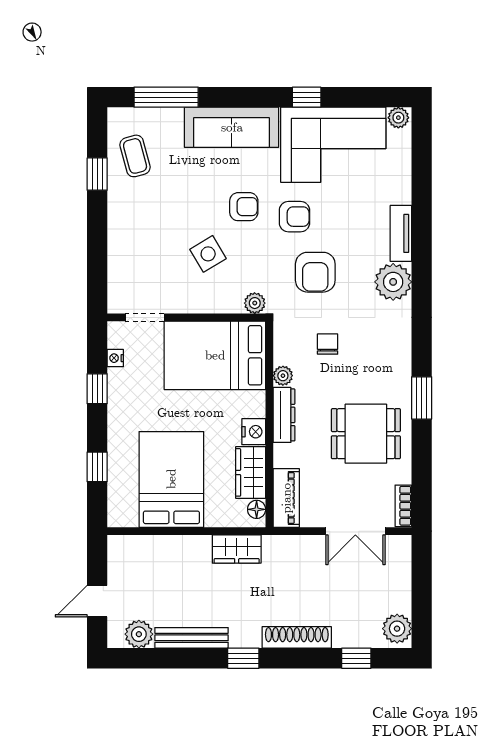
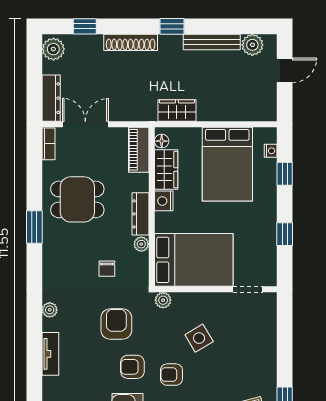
plant: (393, 282) -> (50, 310), width x0.53, depth x0.53
nightstand: (115, 358) -> (271, 151), moved
dresser: (400, 565) -> (51, 98), added

